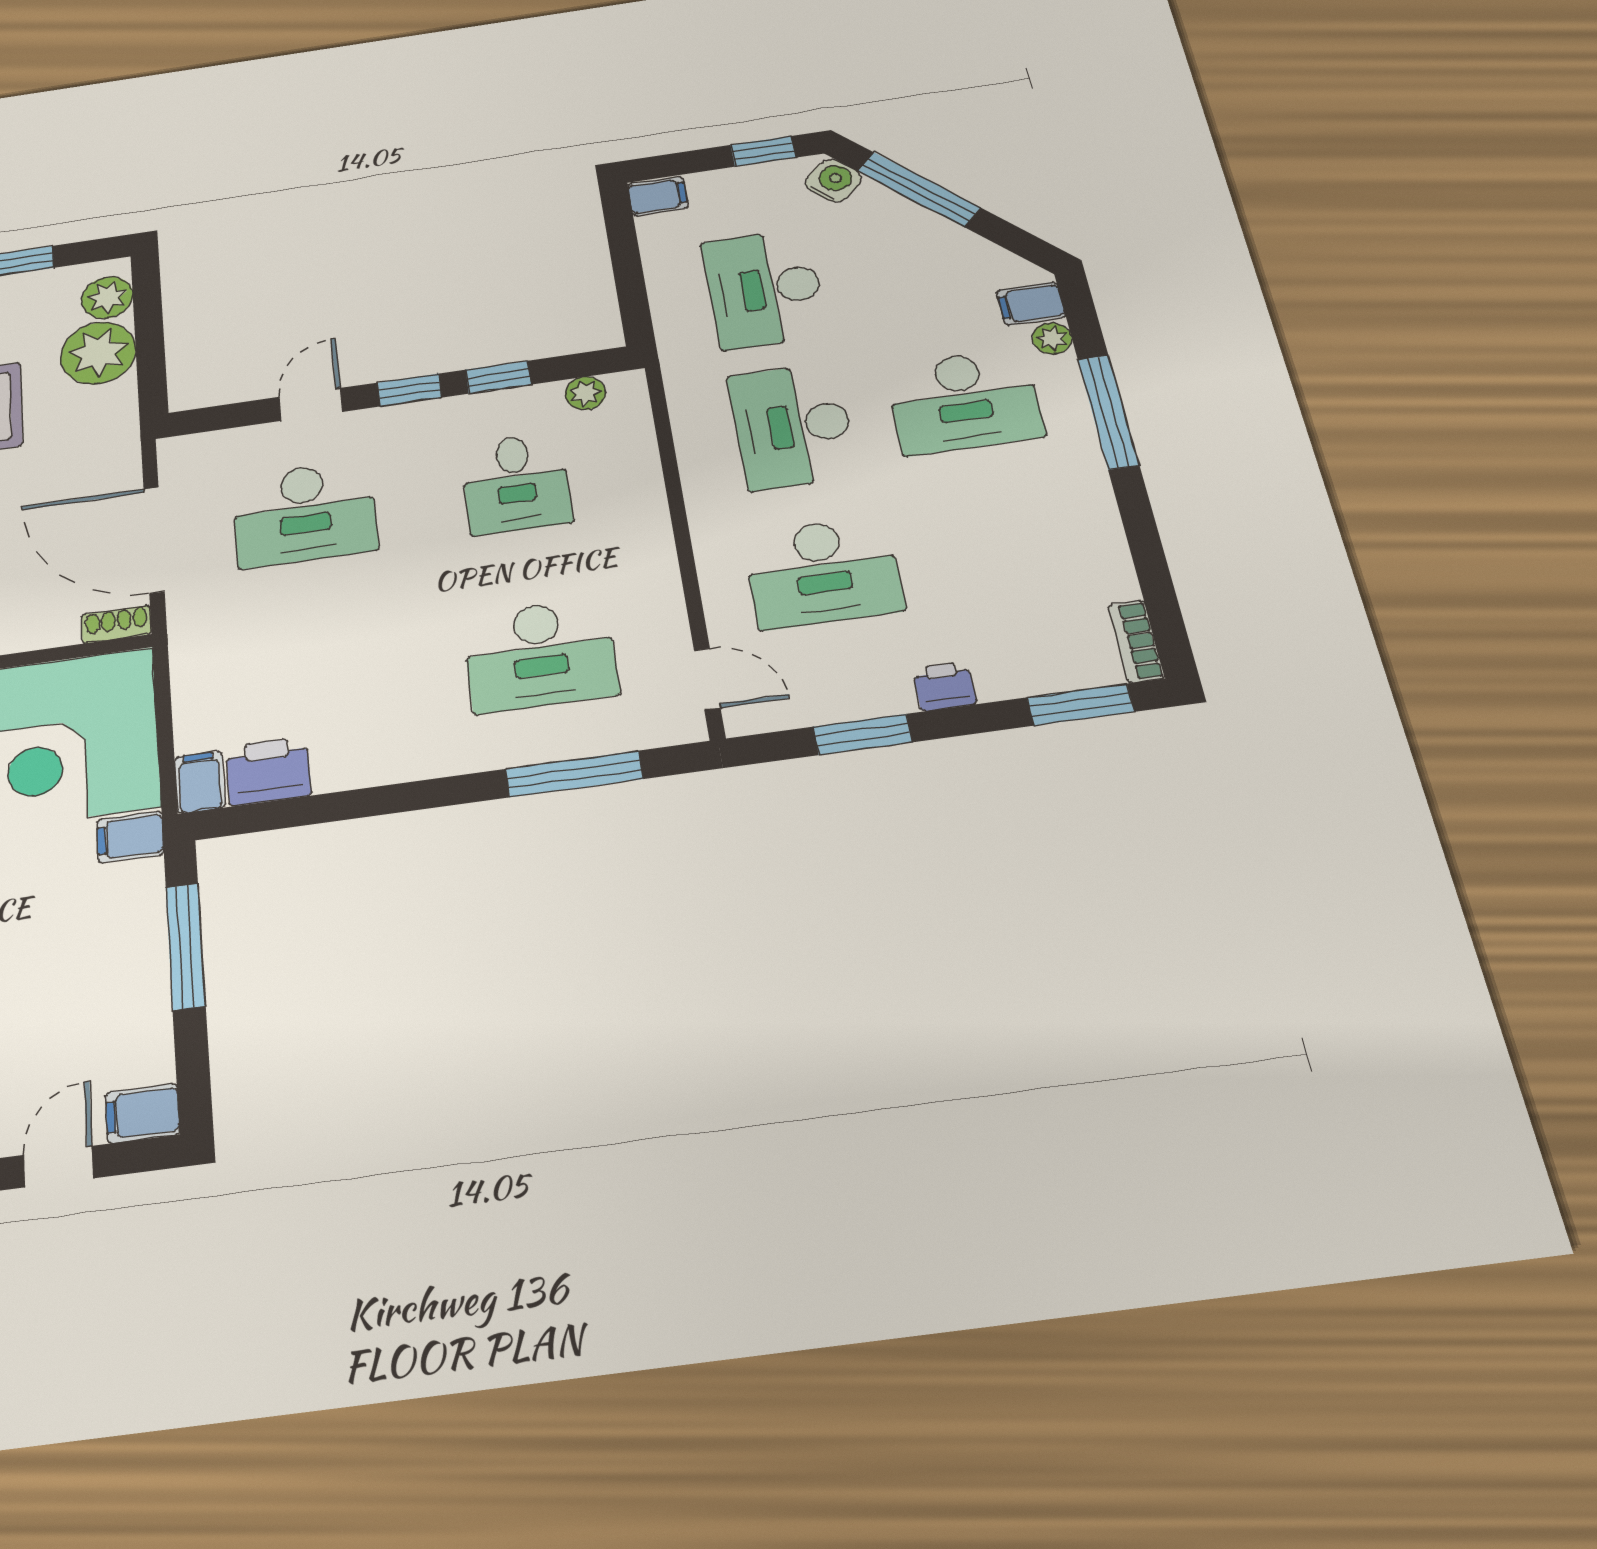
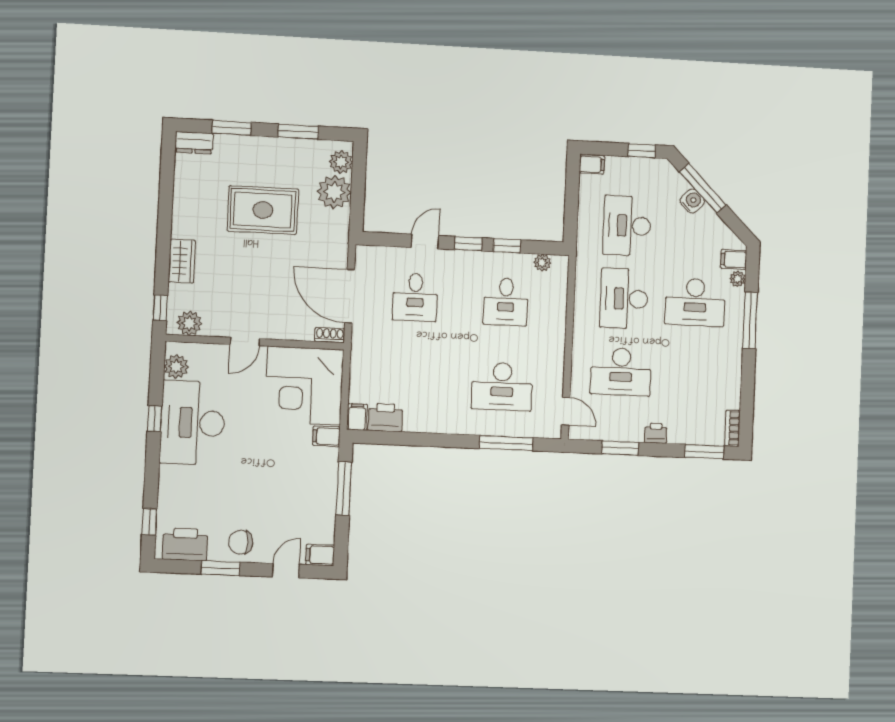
water cooler: (833, 181) -> (692, 201), moved
desk: (304, 514) -> (415, 297), width x0.73

